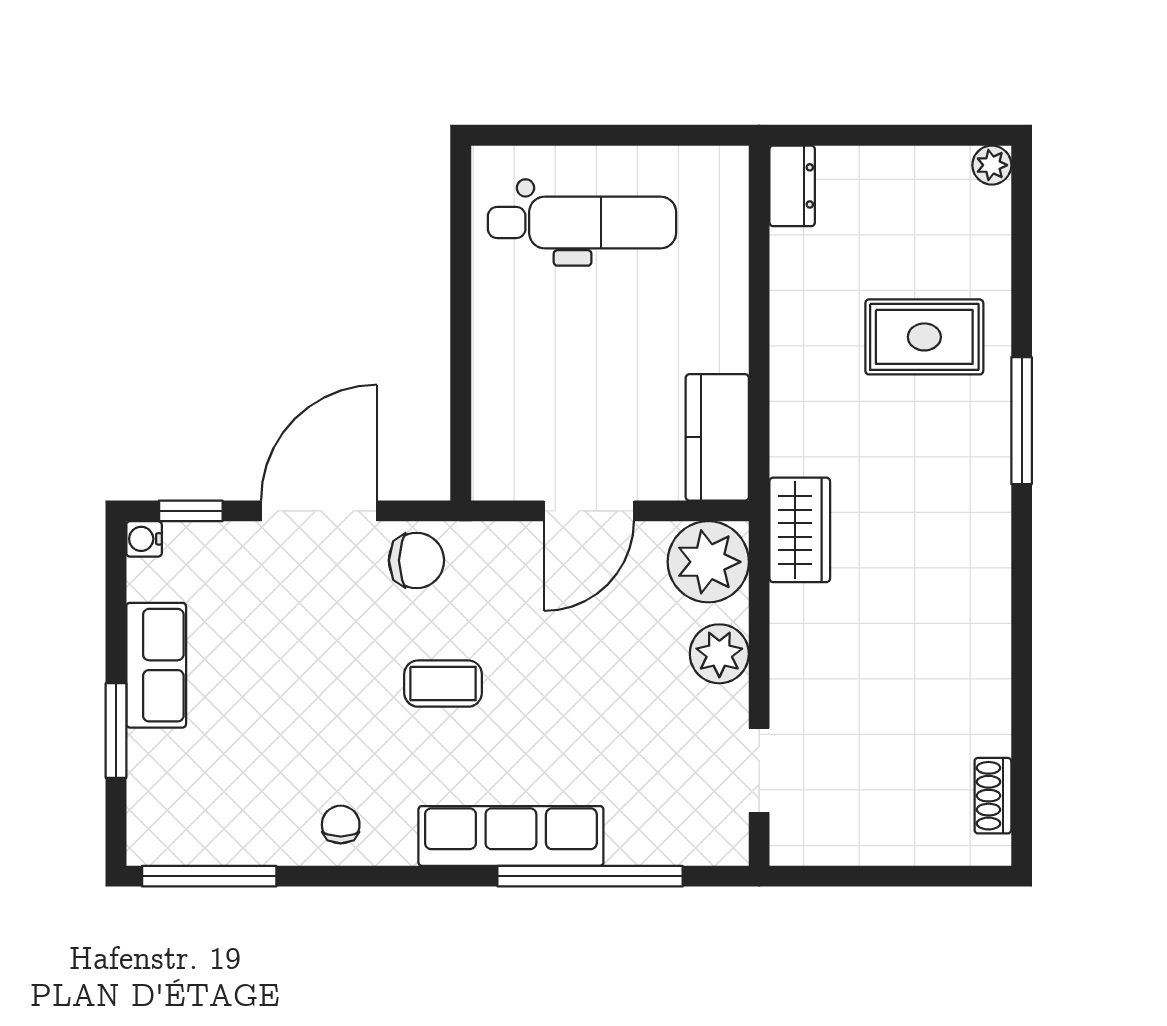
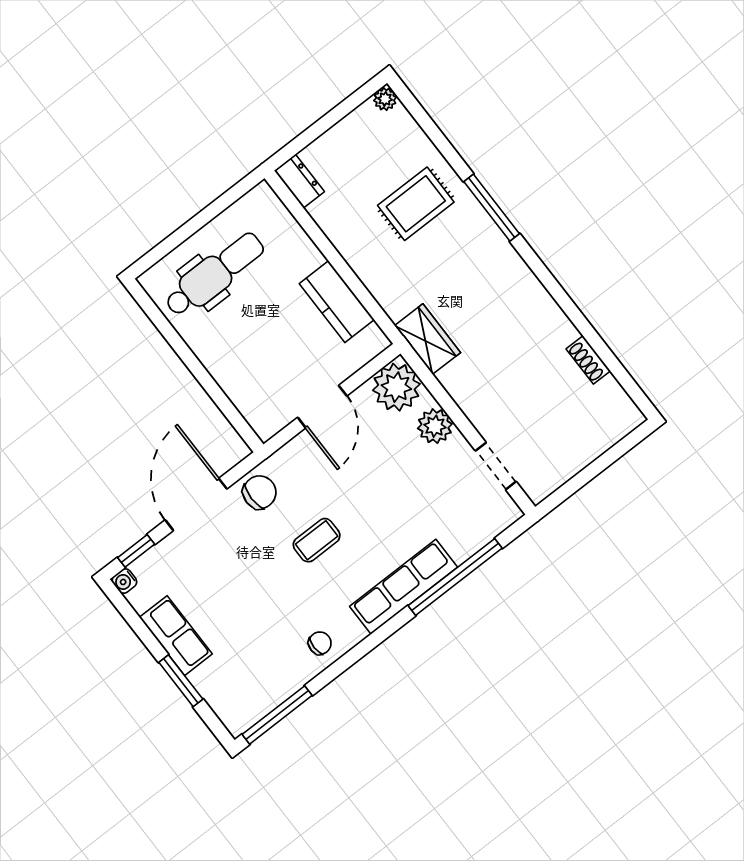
kitchen counter: (717, 437) -> (337, 302), moved
shoe rack: (993, 796) -> (588, 360), moved
chair: (341, 825) -> (320, 643), turned 90

